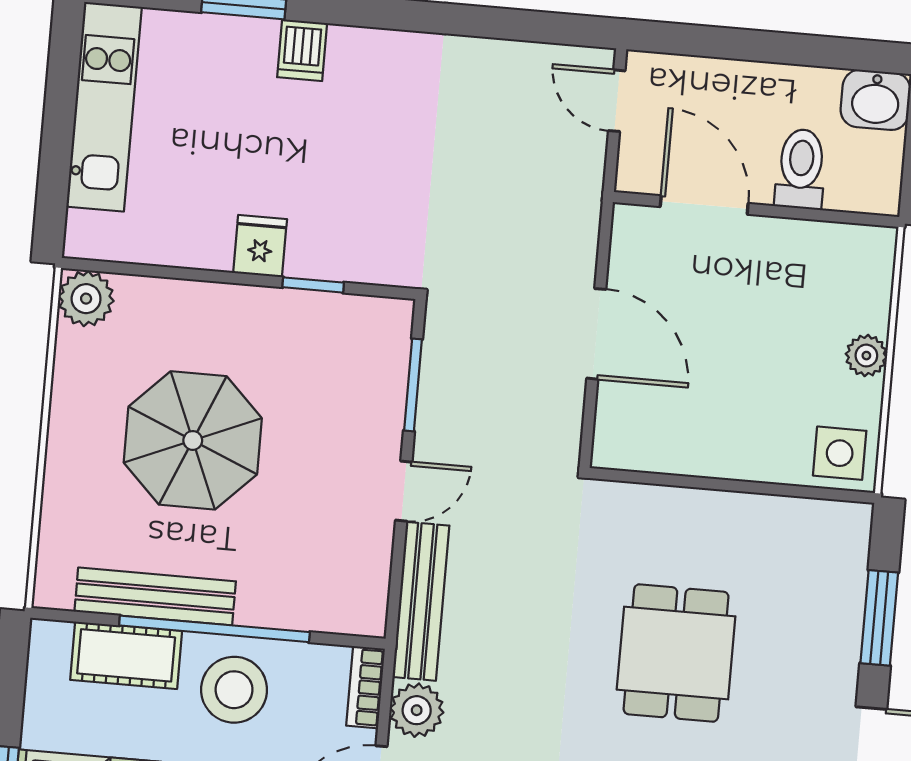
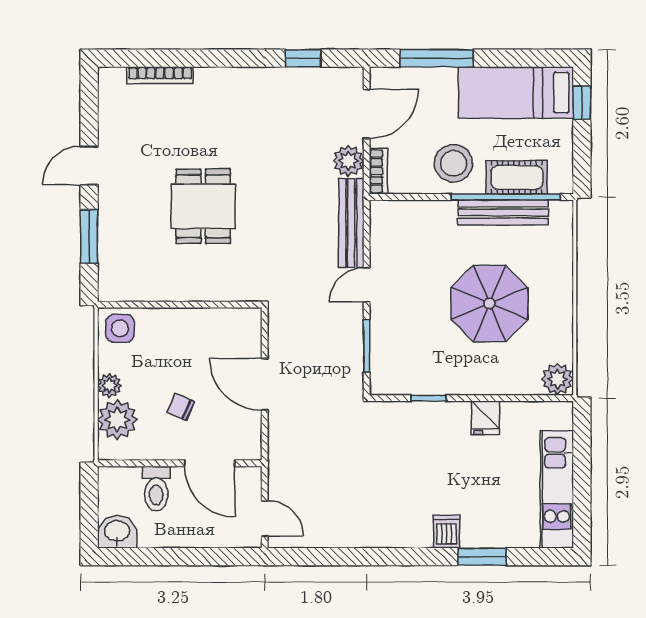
fridge: (260, 246) -> (485, 418), moved
plant: (858, 295) -> (117, 420), added
chair: (746, 308) -> (181, 407), added
window: (214, 629) -> (506, 197), moved

